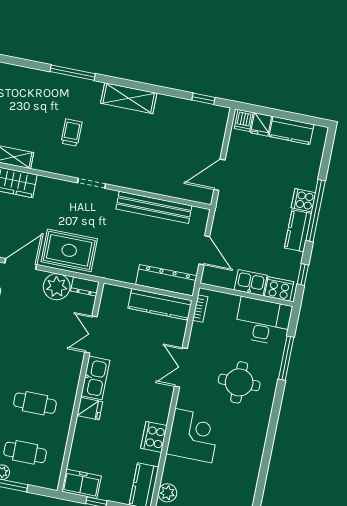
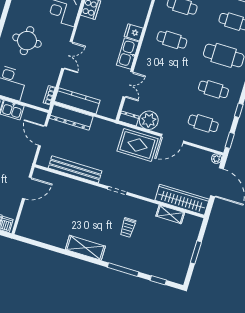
window: (204, 99) -> (158, 280), moved

